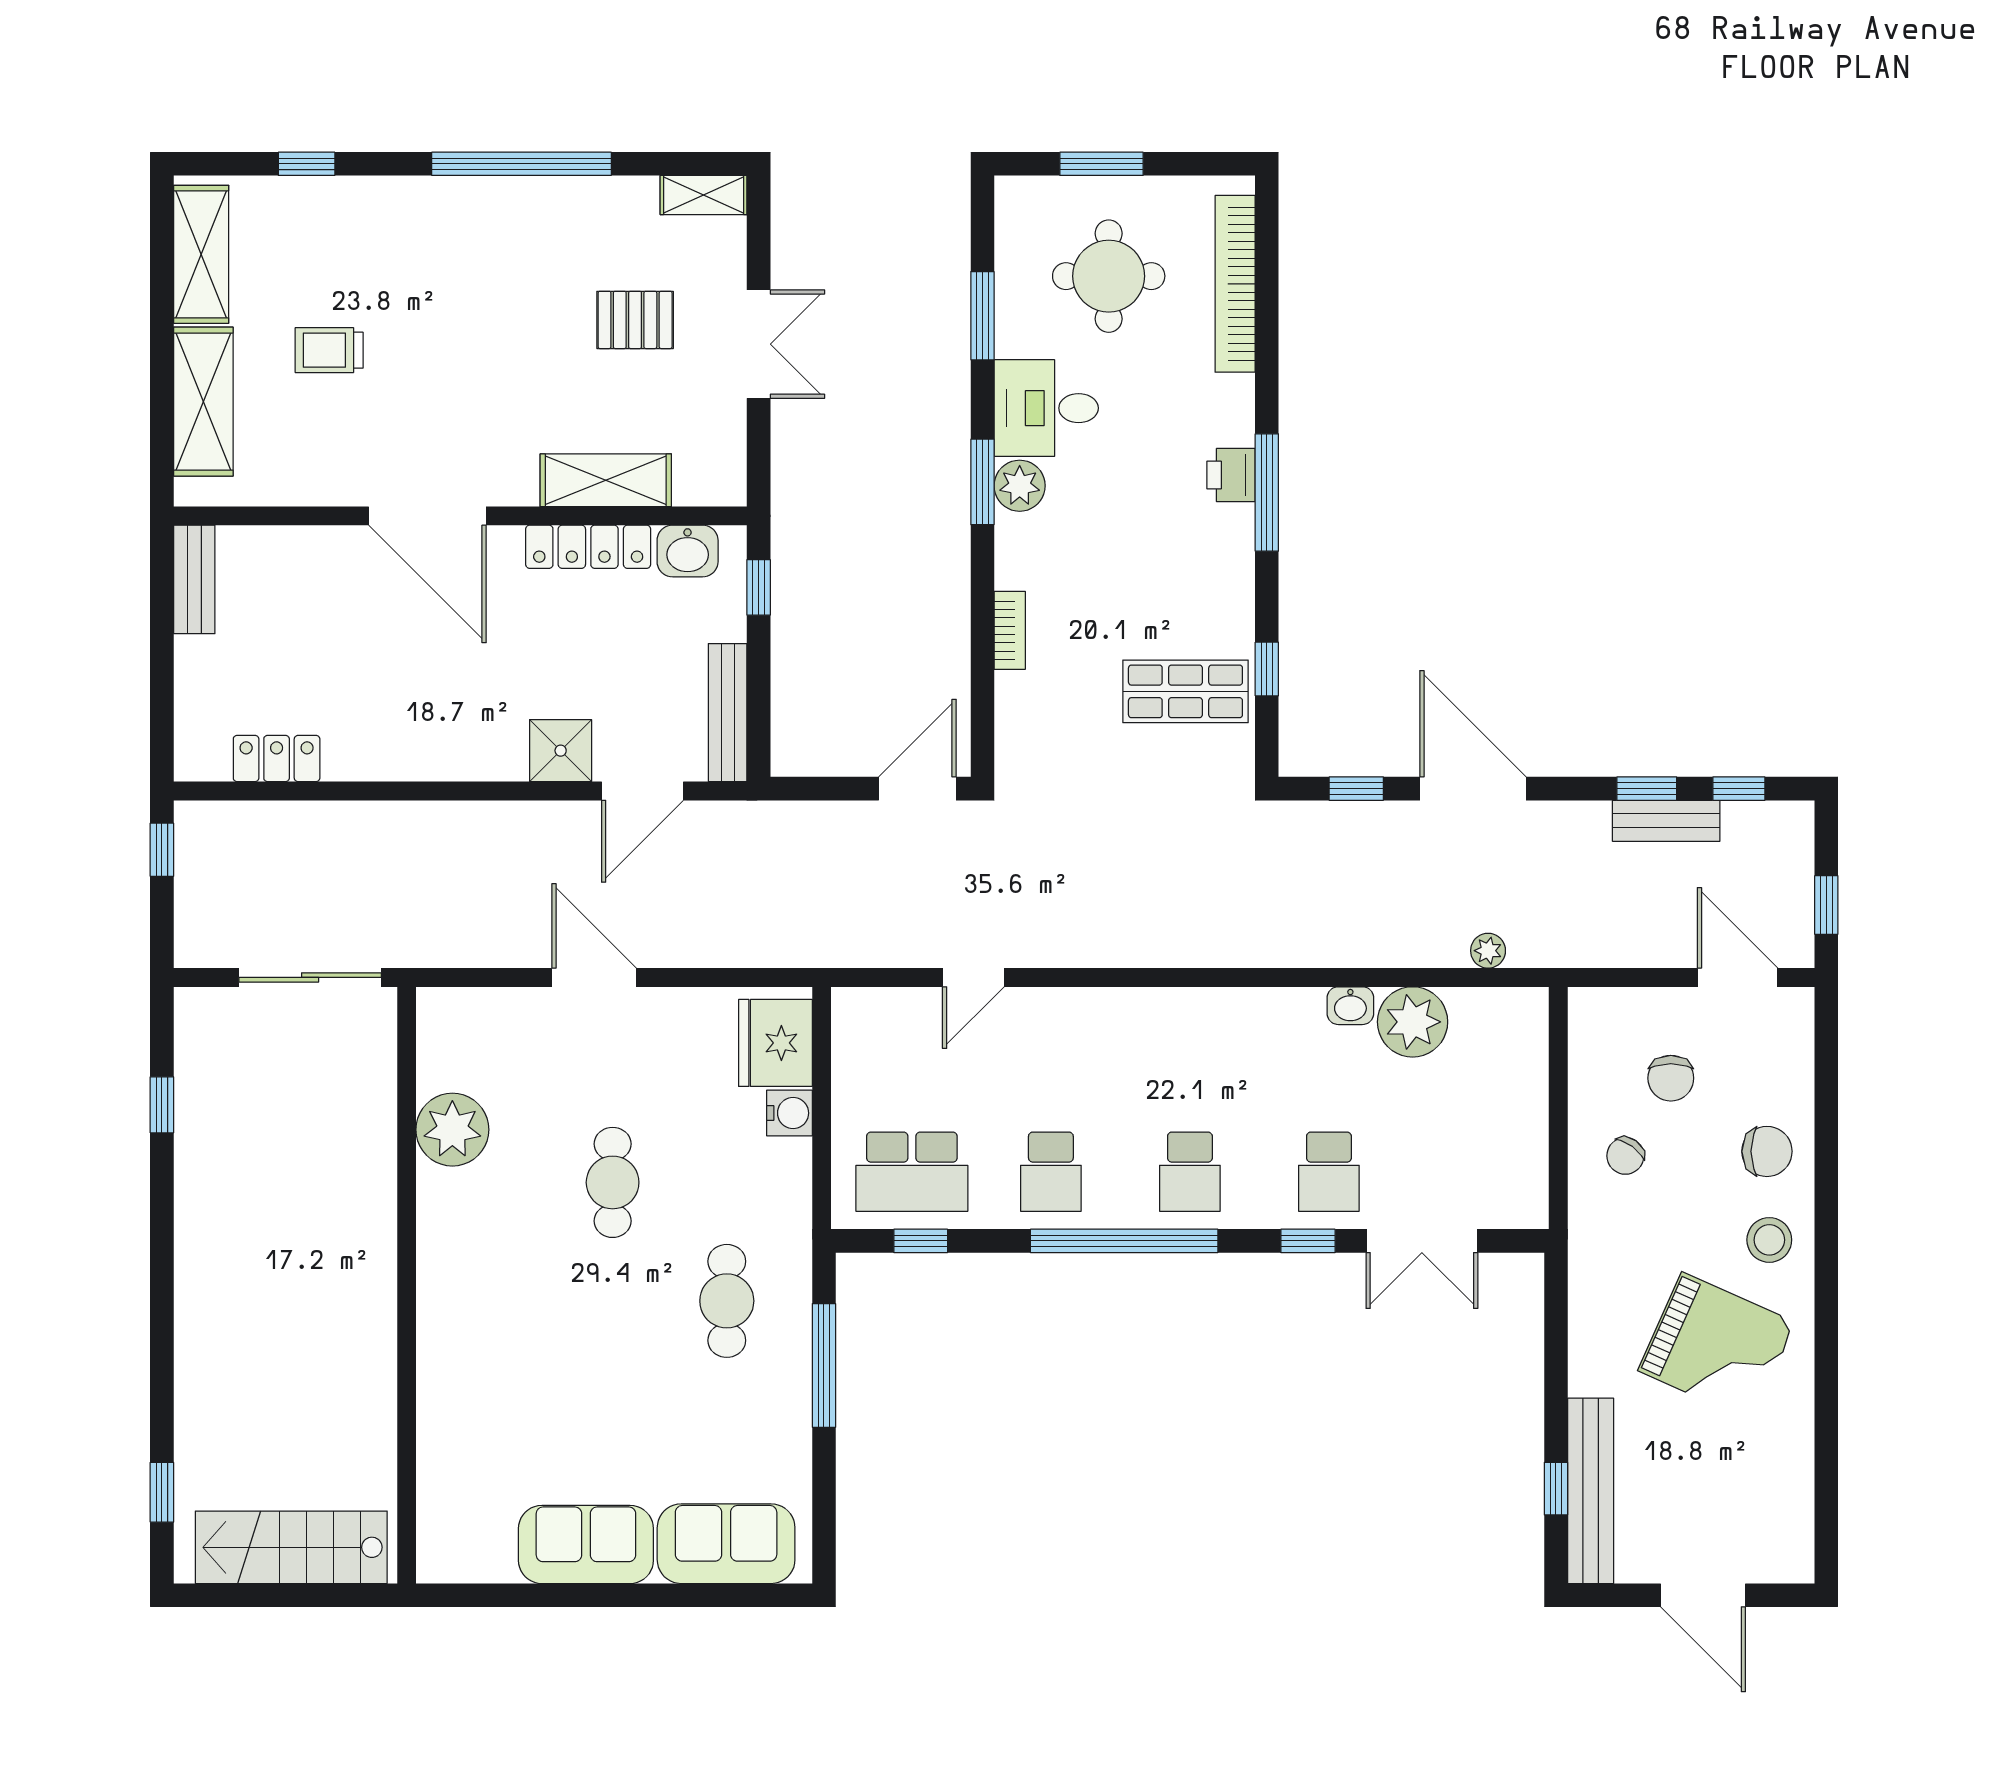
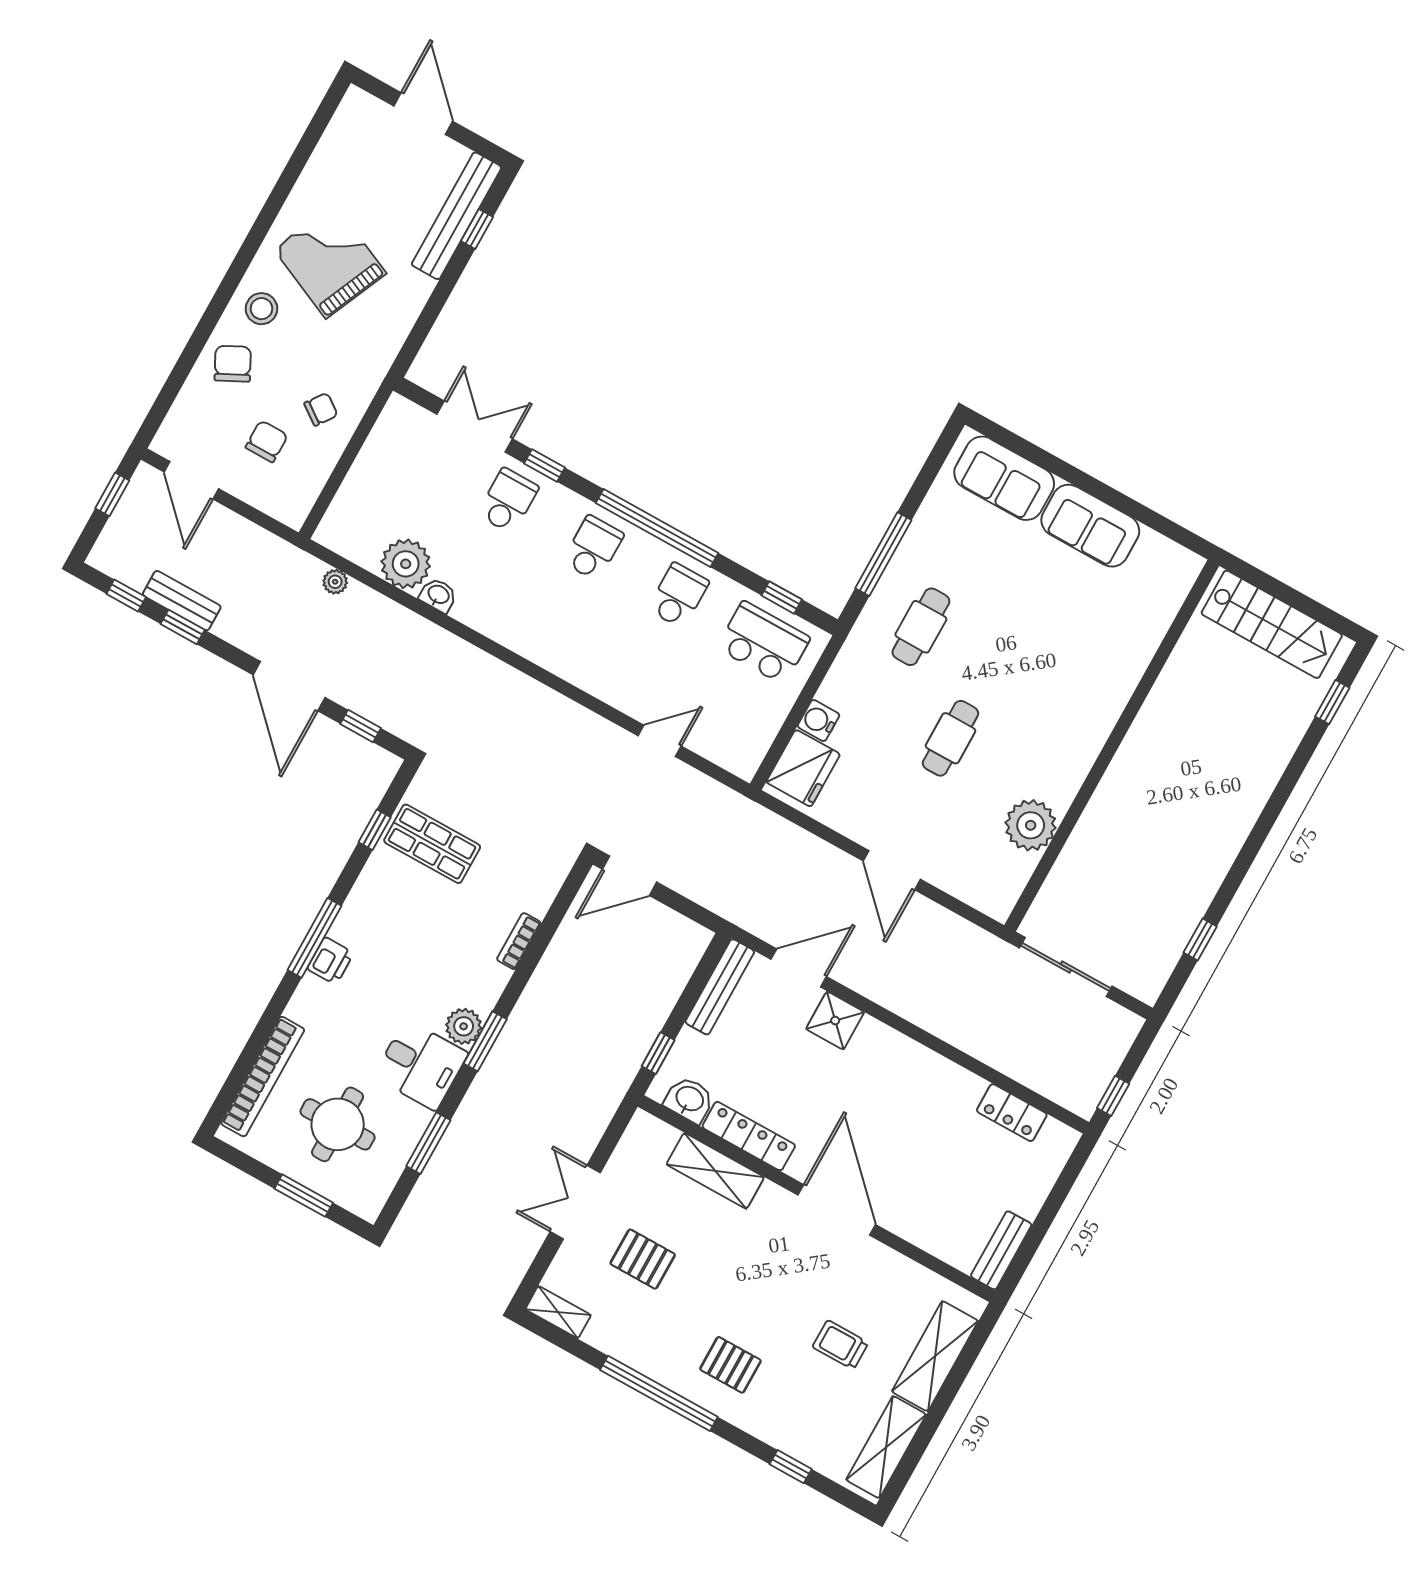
pallet: (452, 249) -> (730, 1365), added
trolley: (329, 350) -> (840, 1345), turned 180
chair: (1767, 1151) -> (233, 364), turned 63

